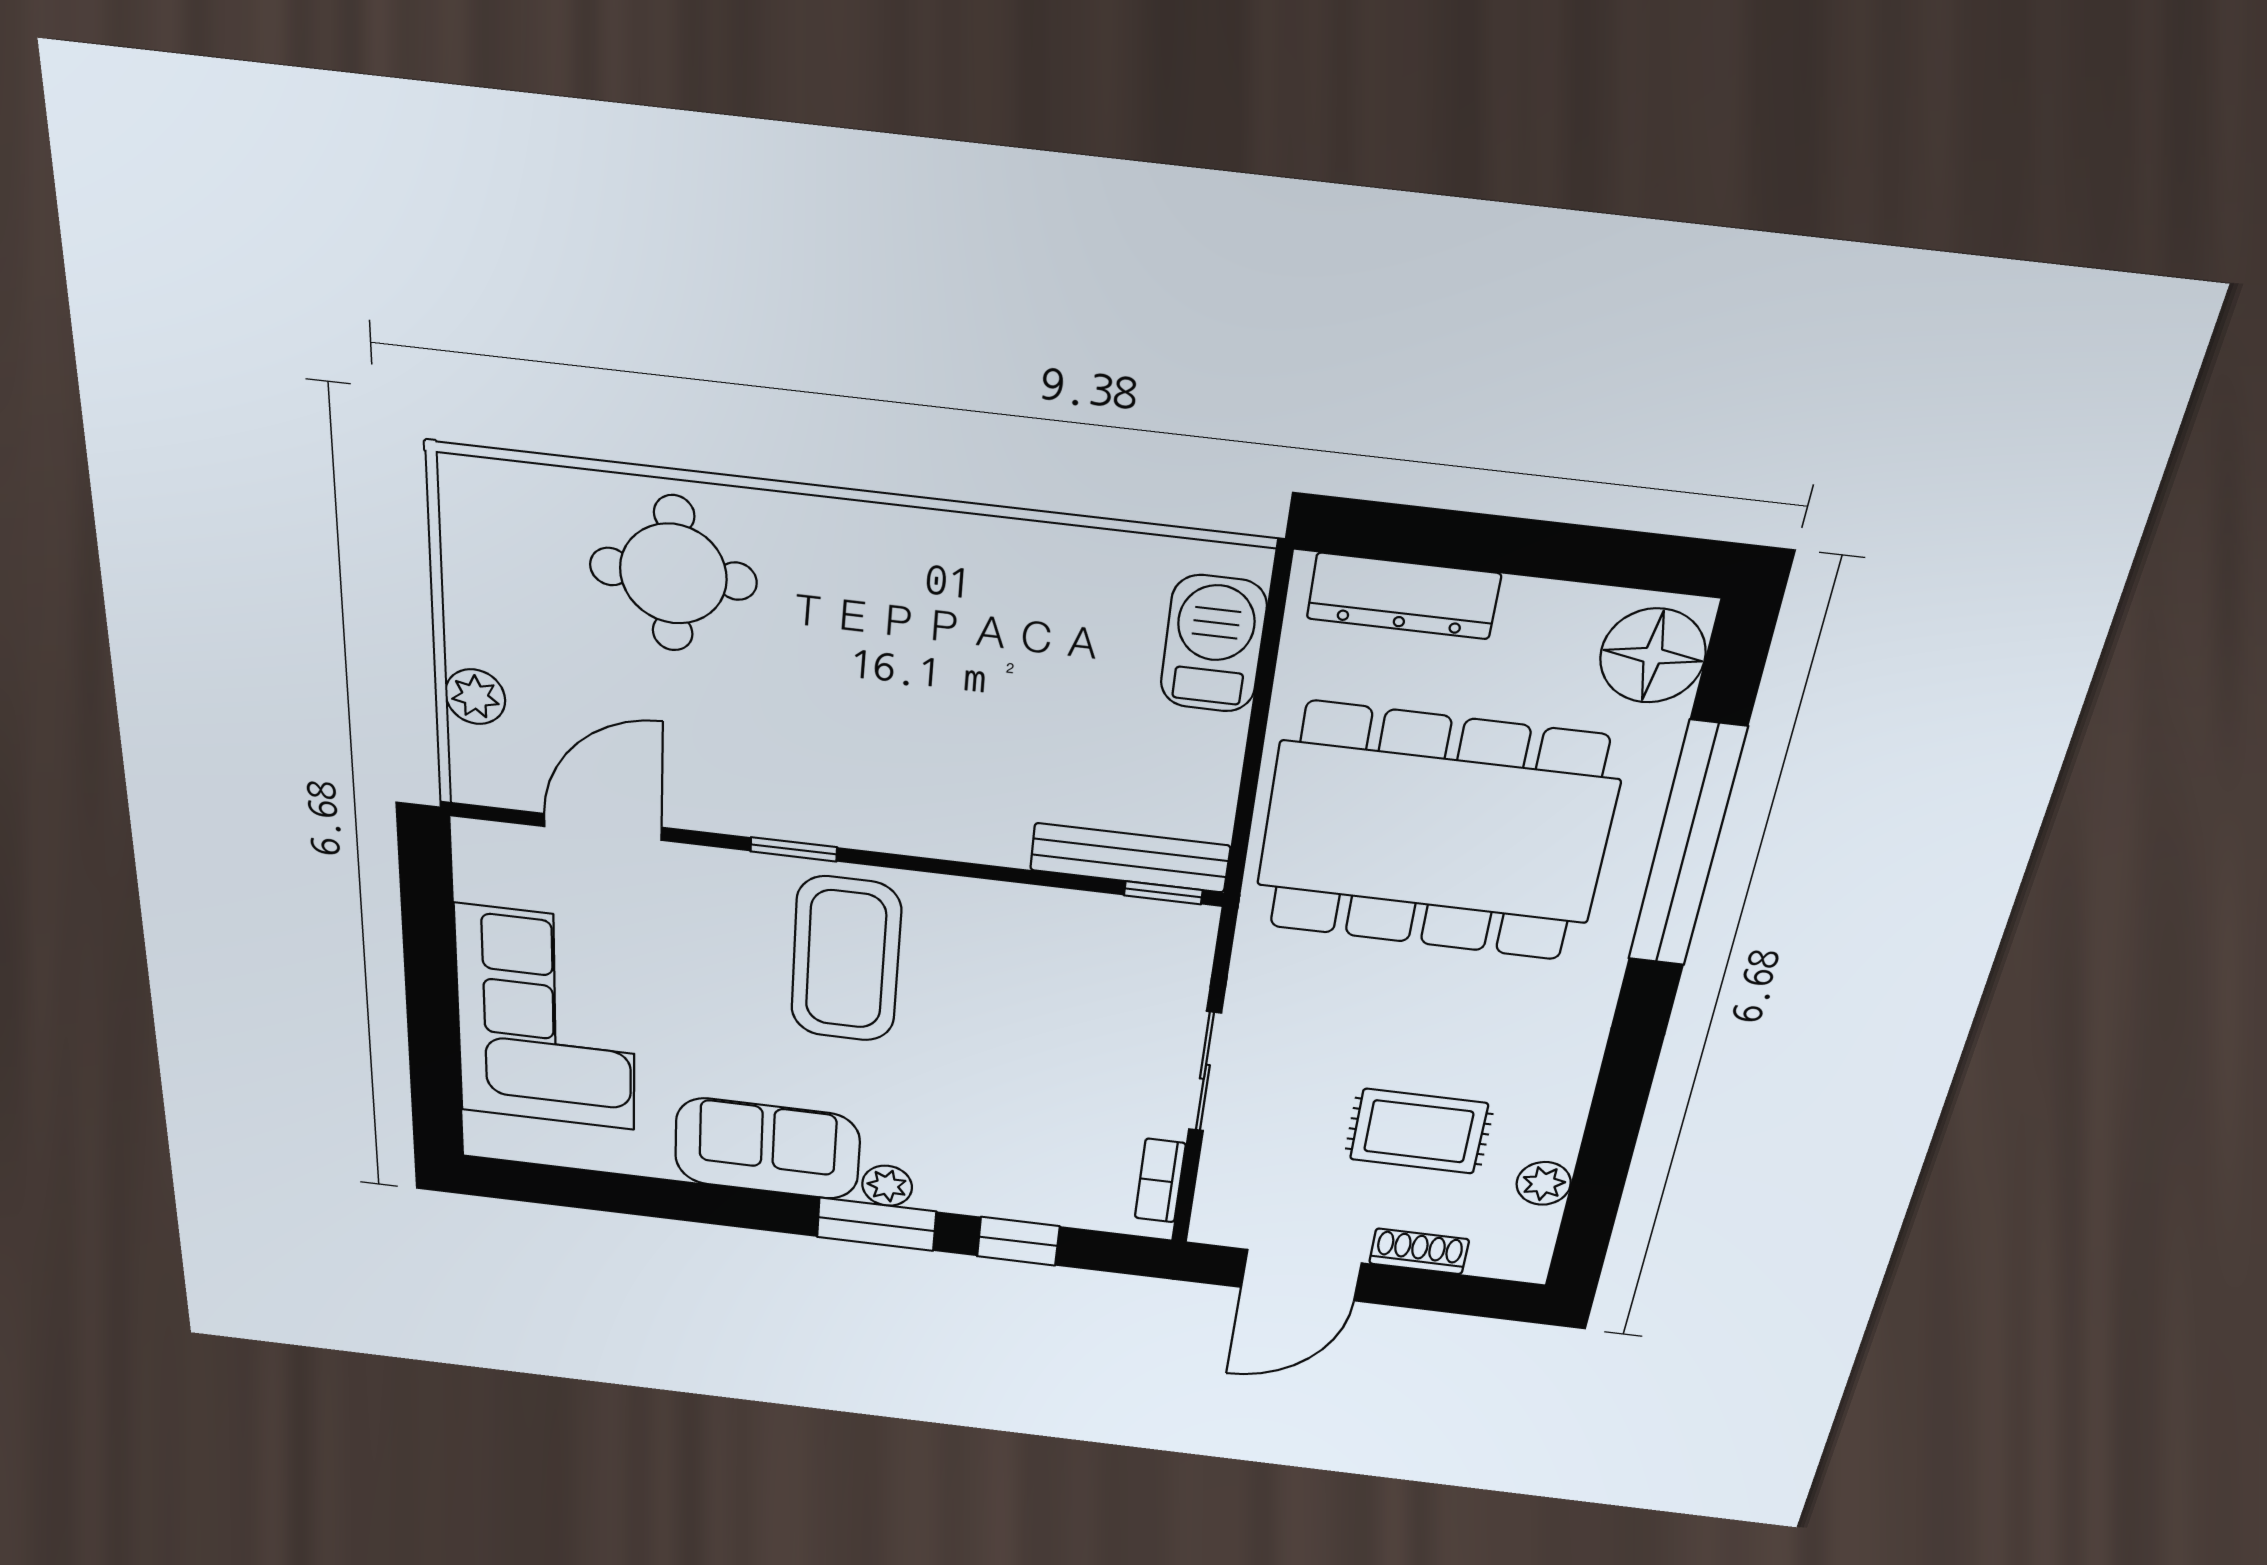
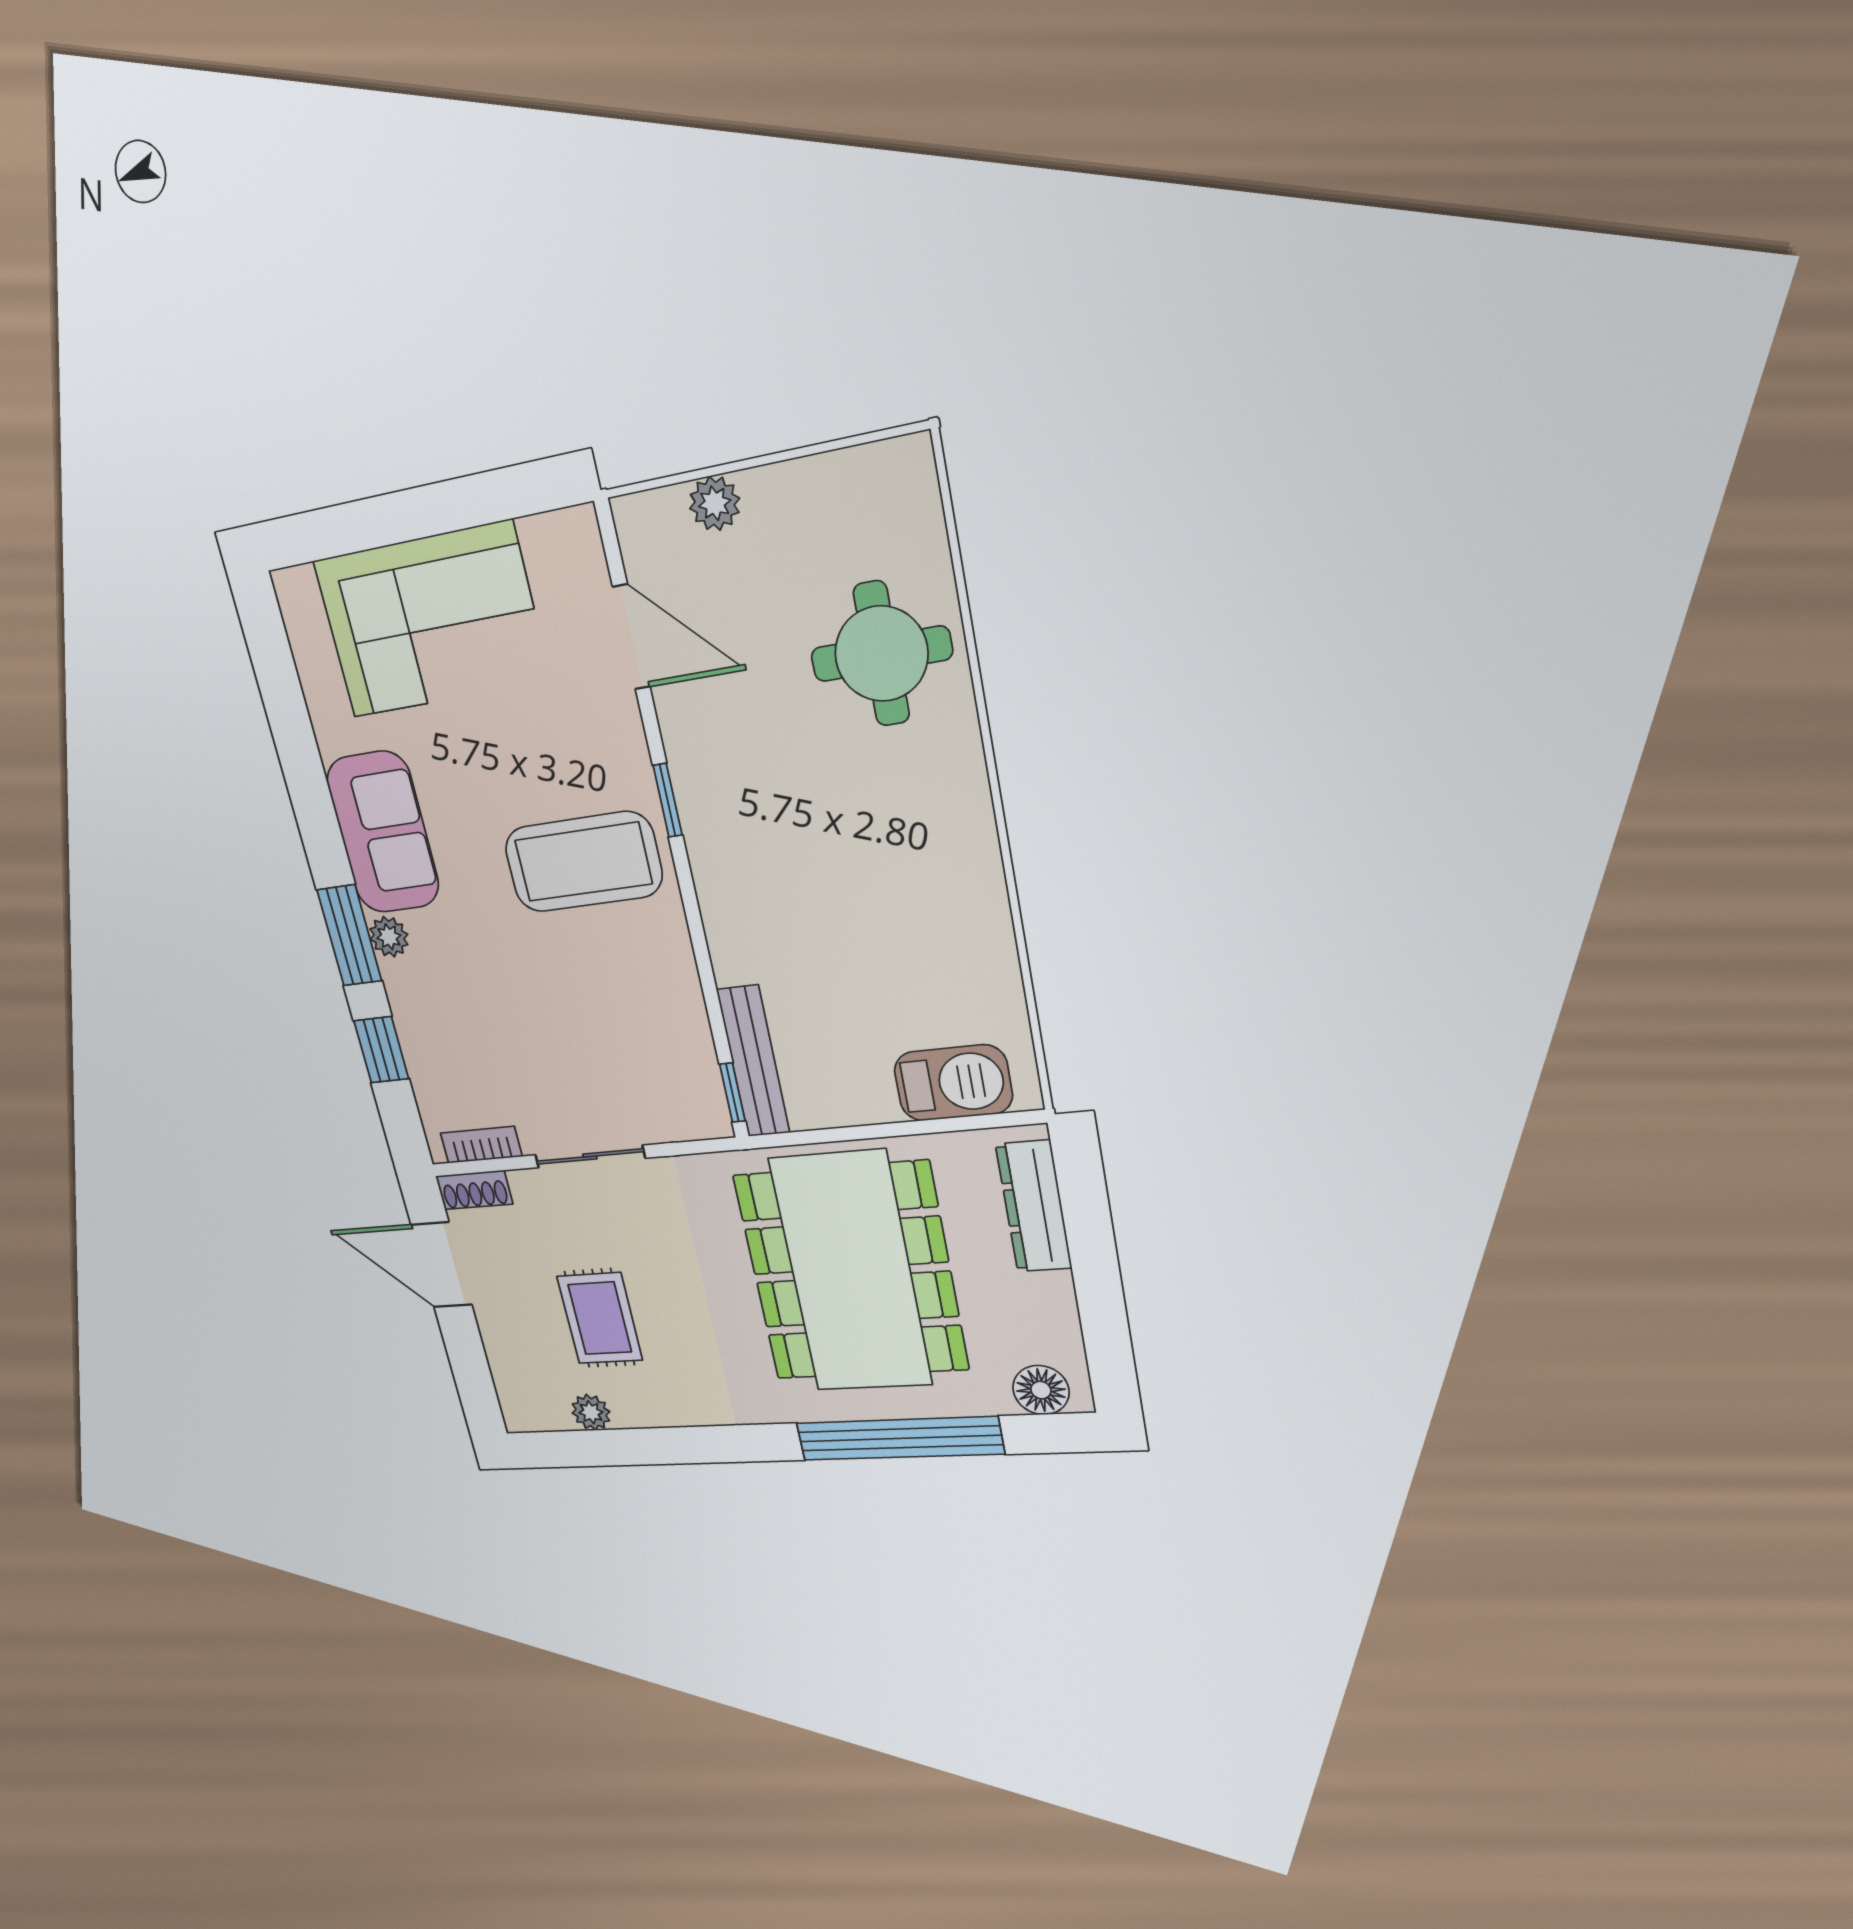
floor lamp: (1653, 656) -> (1041, 1390), width x0.73, depth x0.73
shoe rack: (1419, 1251) -> (474, 1190), moved, turned 90

